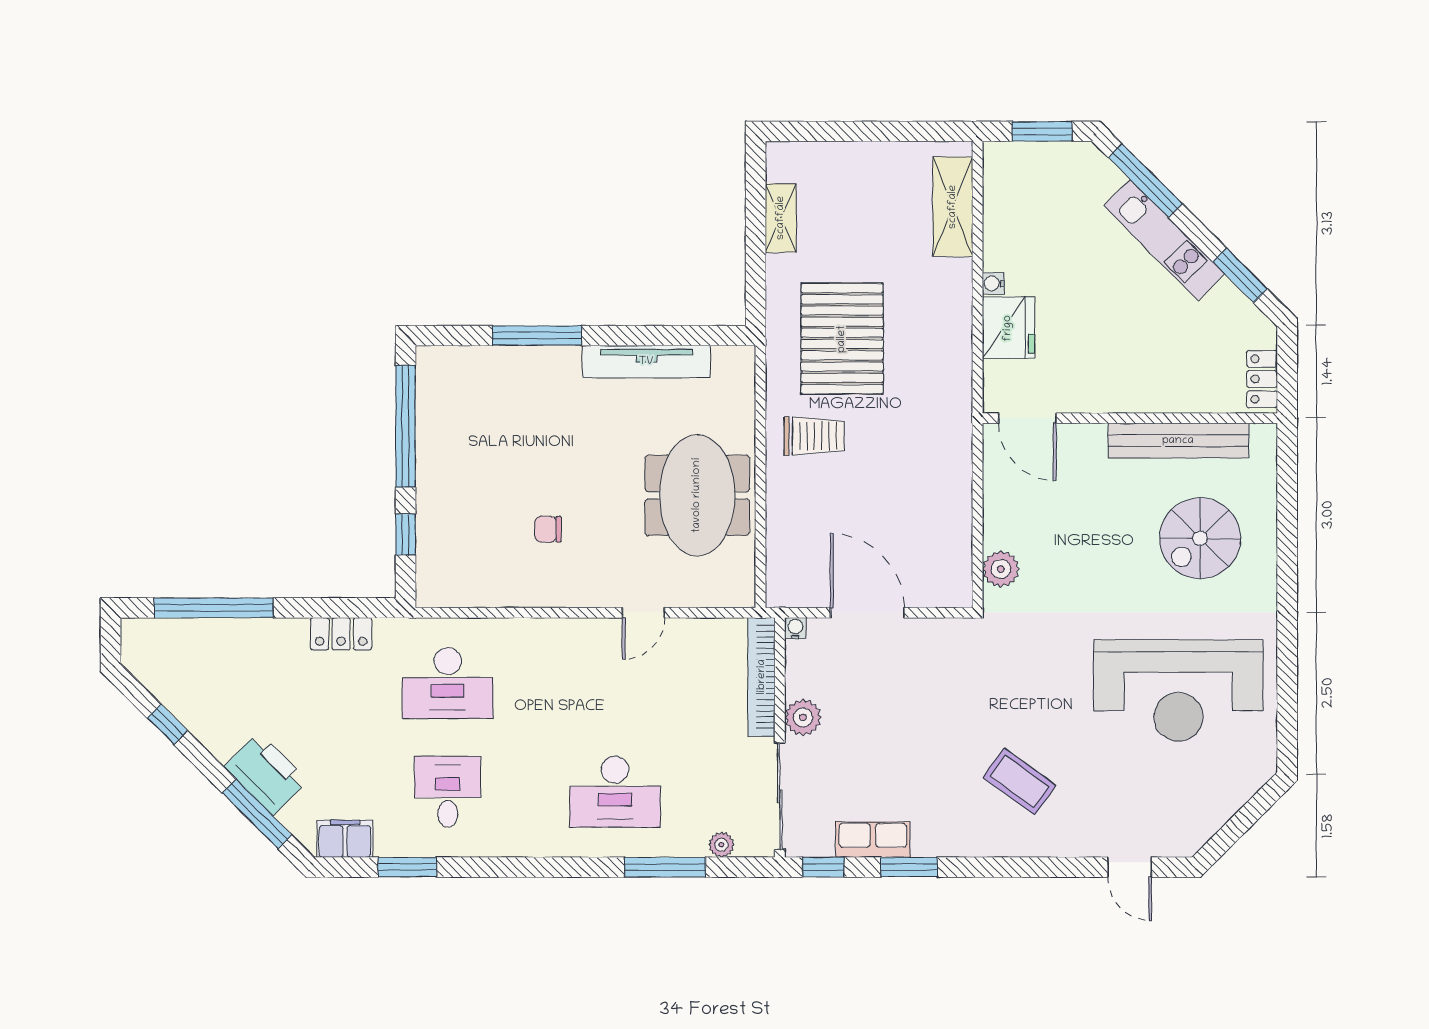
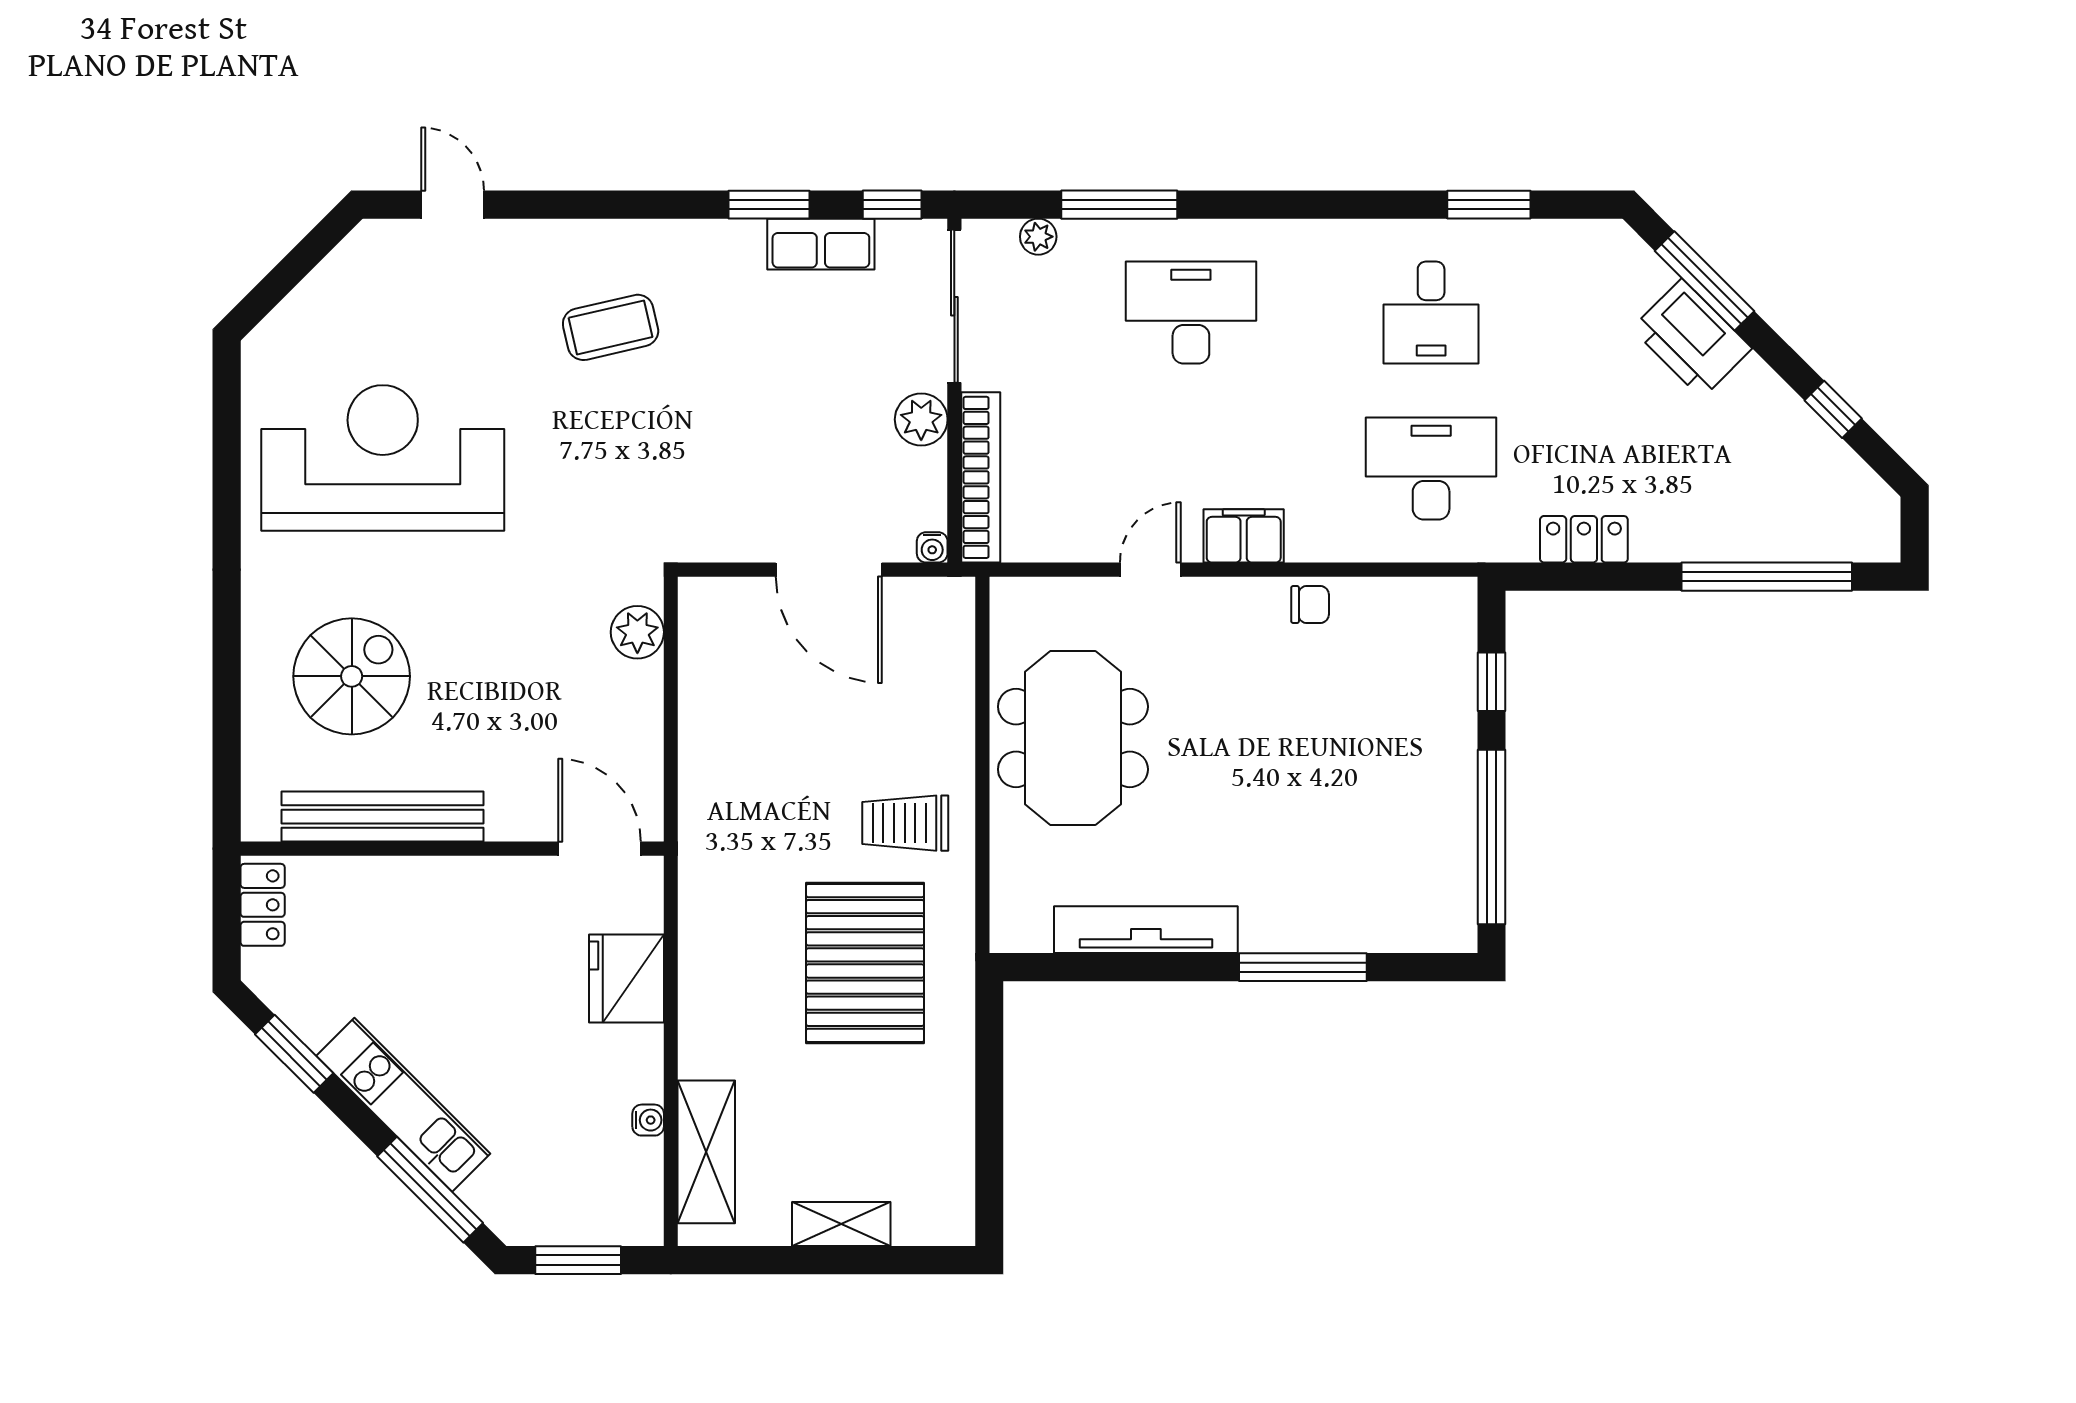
shelving: (781, 218) -> (841, 1224), moved, turned 90
water cooler: (993, 283) -> (648, 1120), moved
chair: (548, 529) -> (1310, 604), moved
coffee table: (1020, 781) -> (611, 327), turned -49
filing cabinet: (345, 839) -> (1244, 536), moved, turned 180

